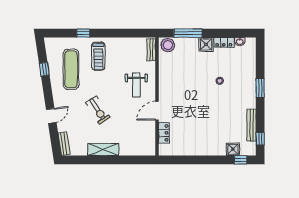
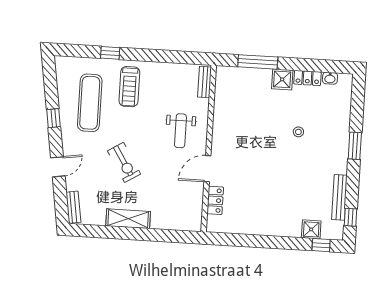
stool: (168, 45) -> (228, 77), removed
window: (44, 69) -> (54, 118), moved

